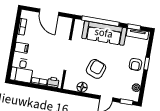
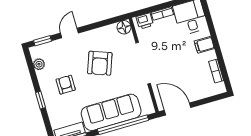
door: (49, 12) -> (178, 109), moved
armchair: (135, 64) -> (66, 85), moved
floor lamp: (82, 87) -> (124, 27), moved

